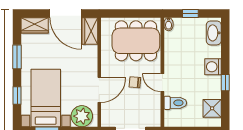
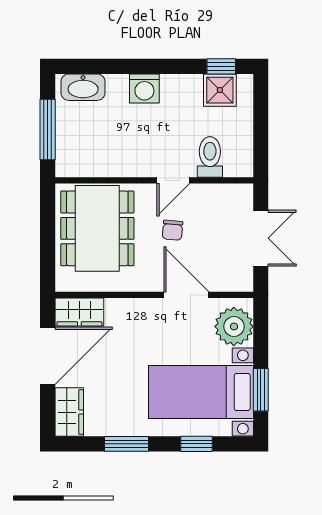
window: (190, 13) -> (48, 130), width x2.17
bidet: (169, 24) -> (67, 169), removed
window: (225, 83) -> (221, 66), moved

